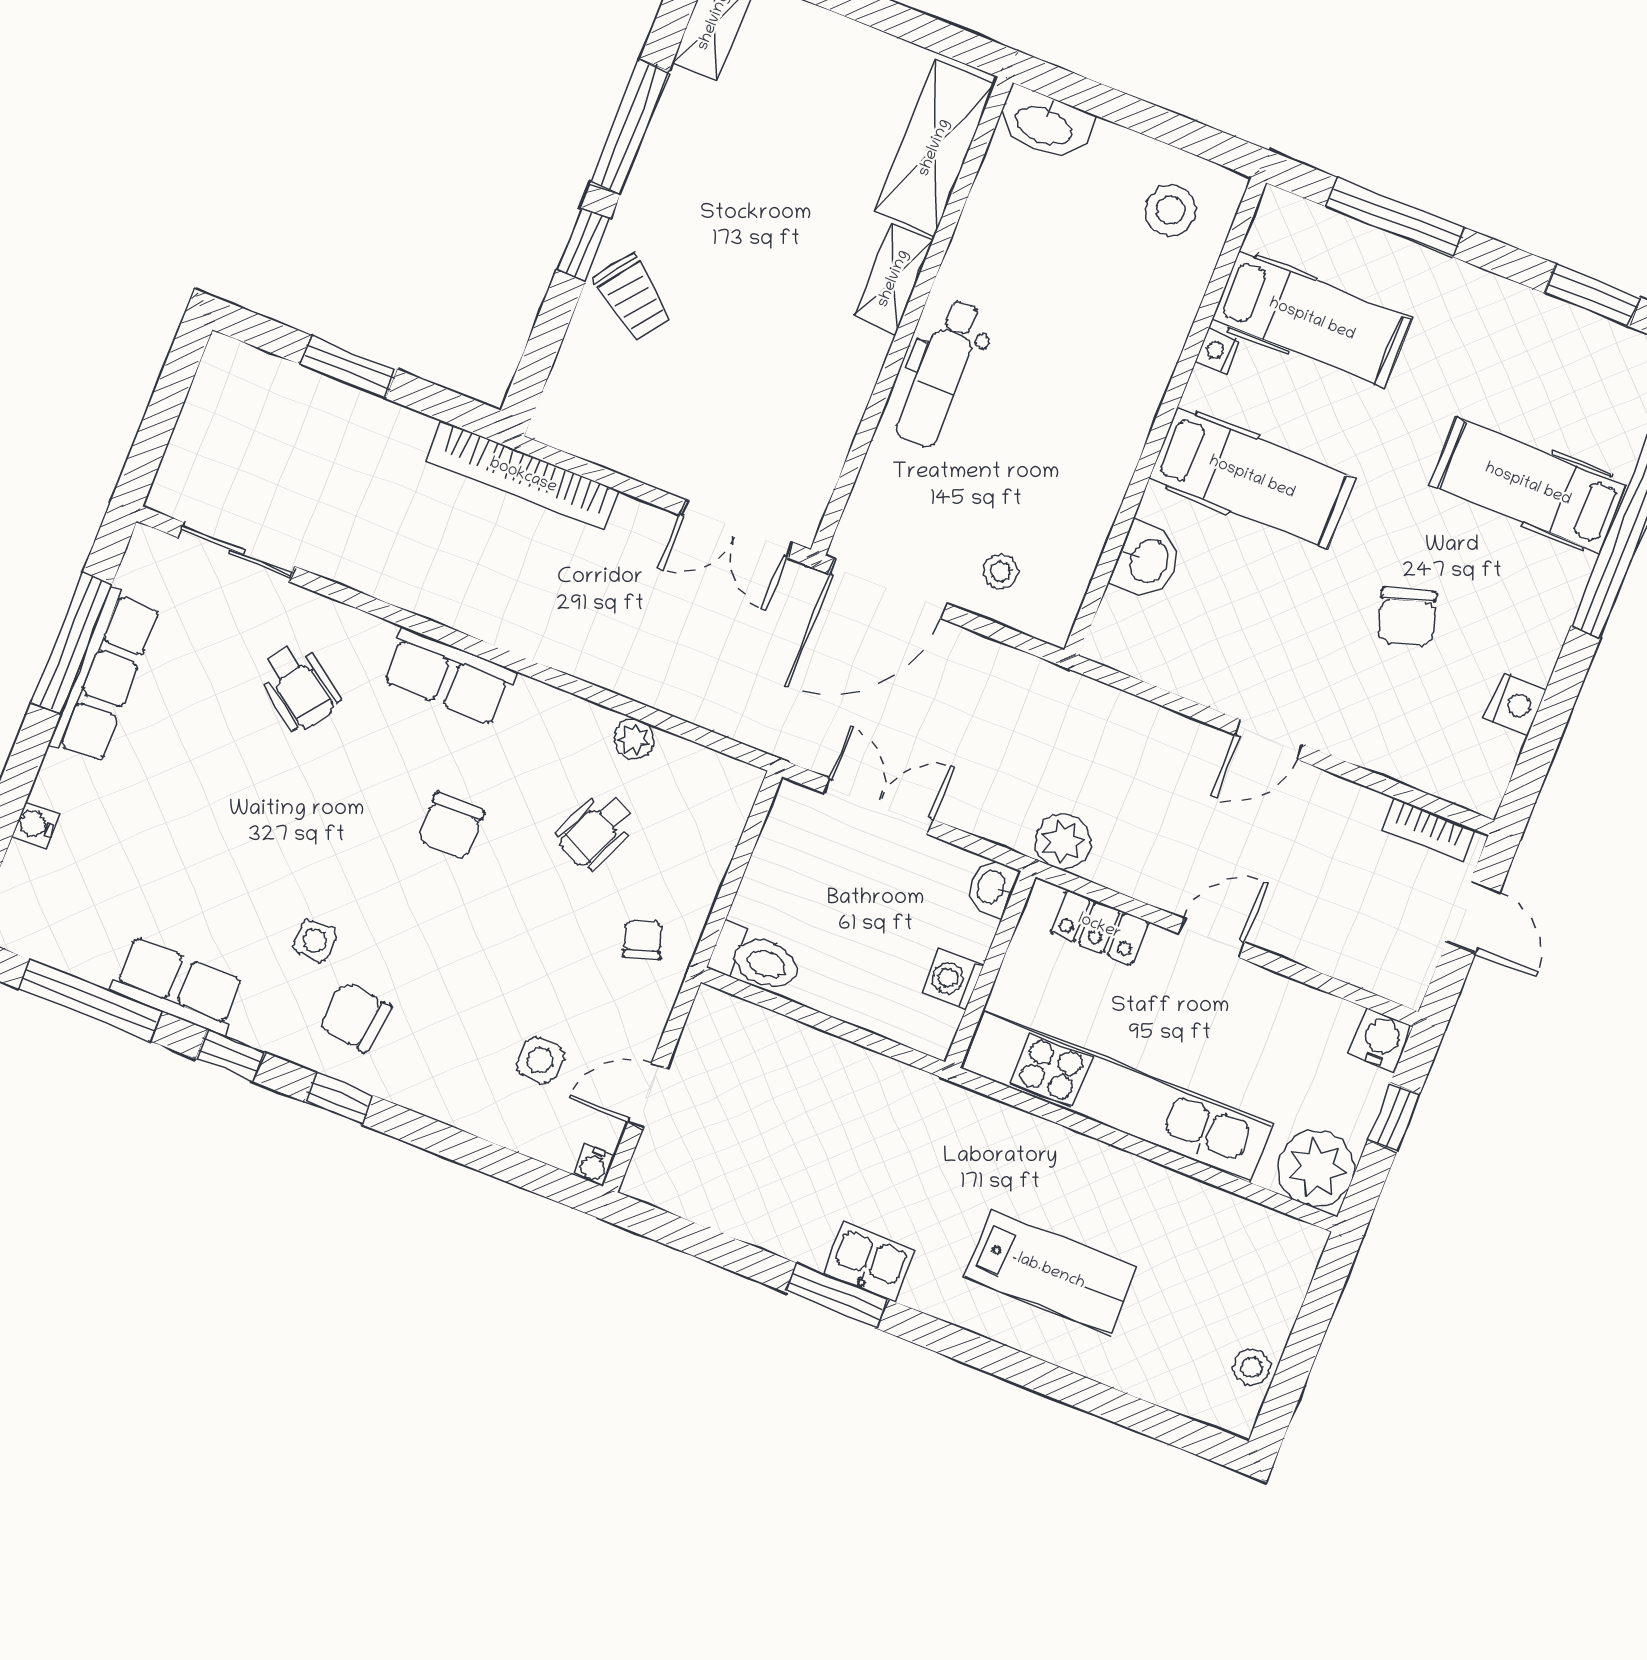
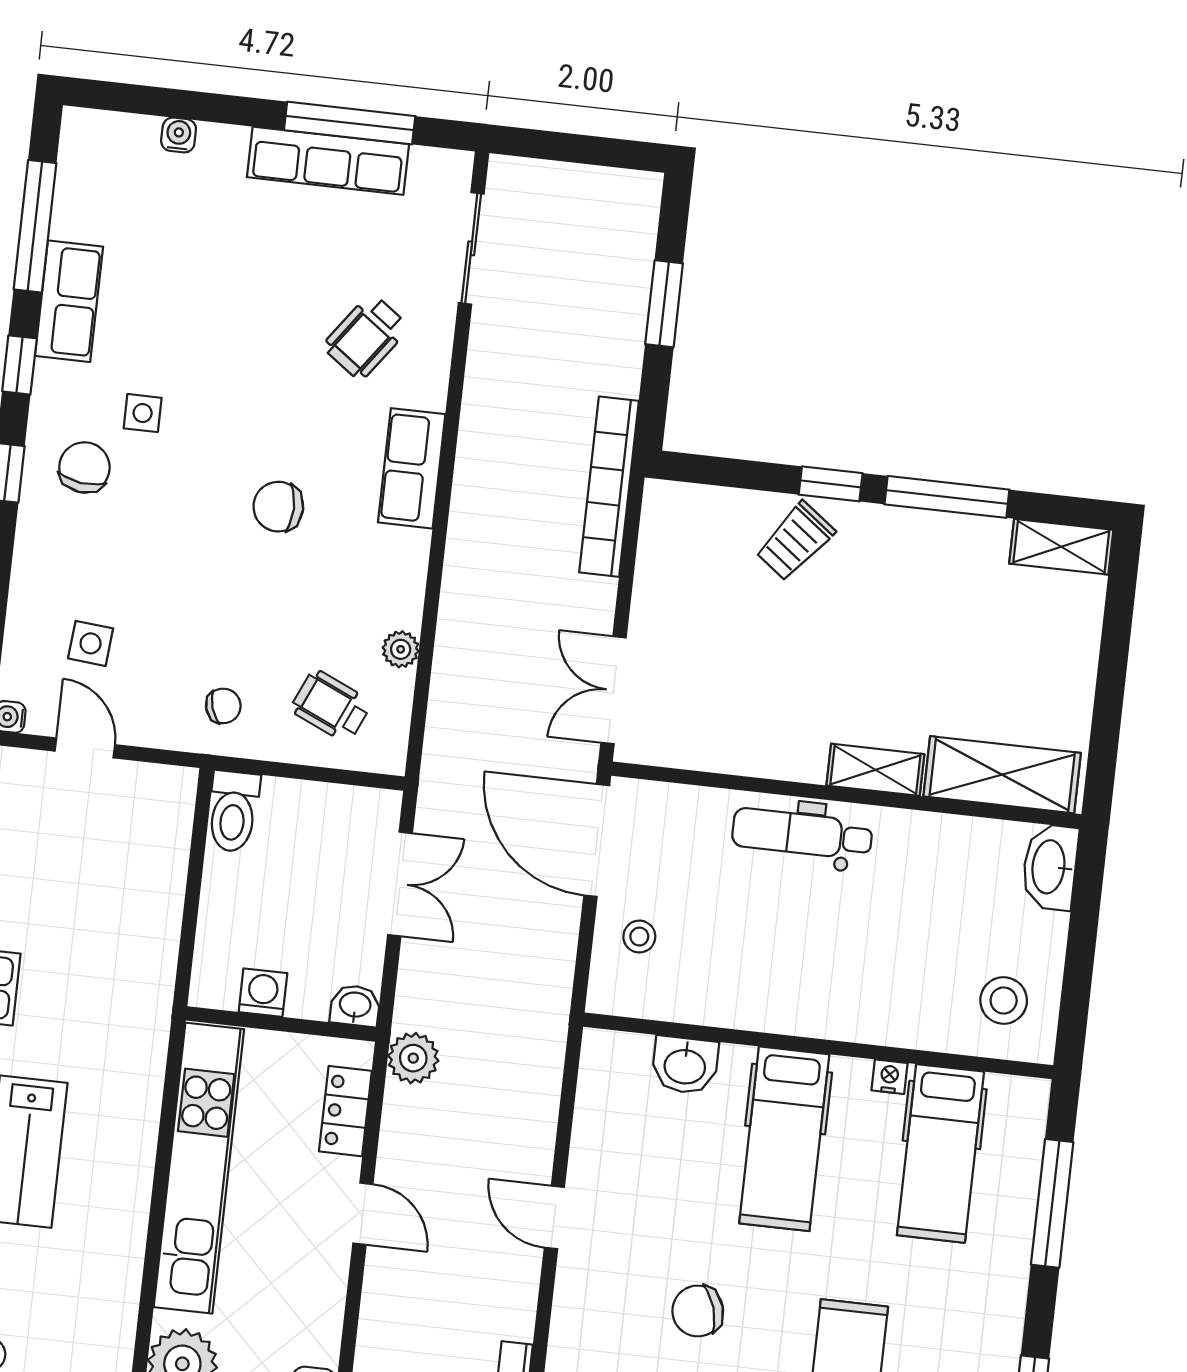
wheelchair: (596, 830) -> (331, 706), moved

